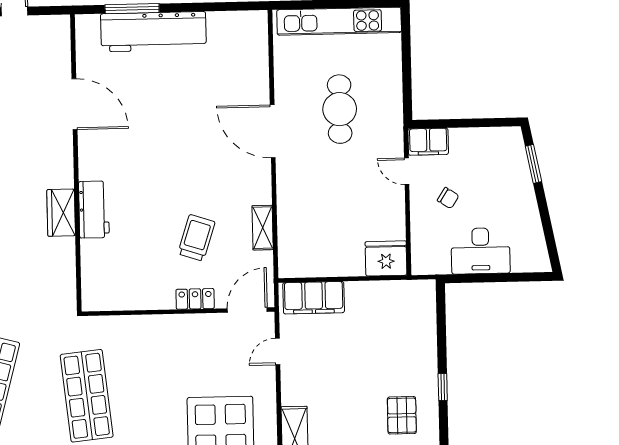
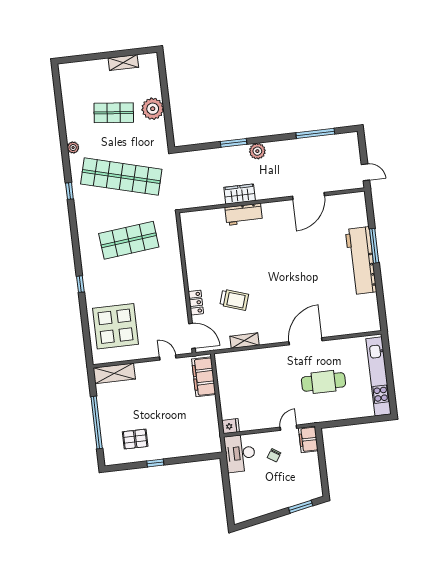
door: (75, 104) -> (309, 196), moved
wall: (76, 163) -> (272, 200), moved
workbench: (94, 210) -> (244, 214), moved
wardrobe: (61, 213) -> (240, 194), moved
desk: (481, 251) -> (240, 453), moved
fridge: (386, 258) -> (230, 426), width x0.53, depth x0.75

